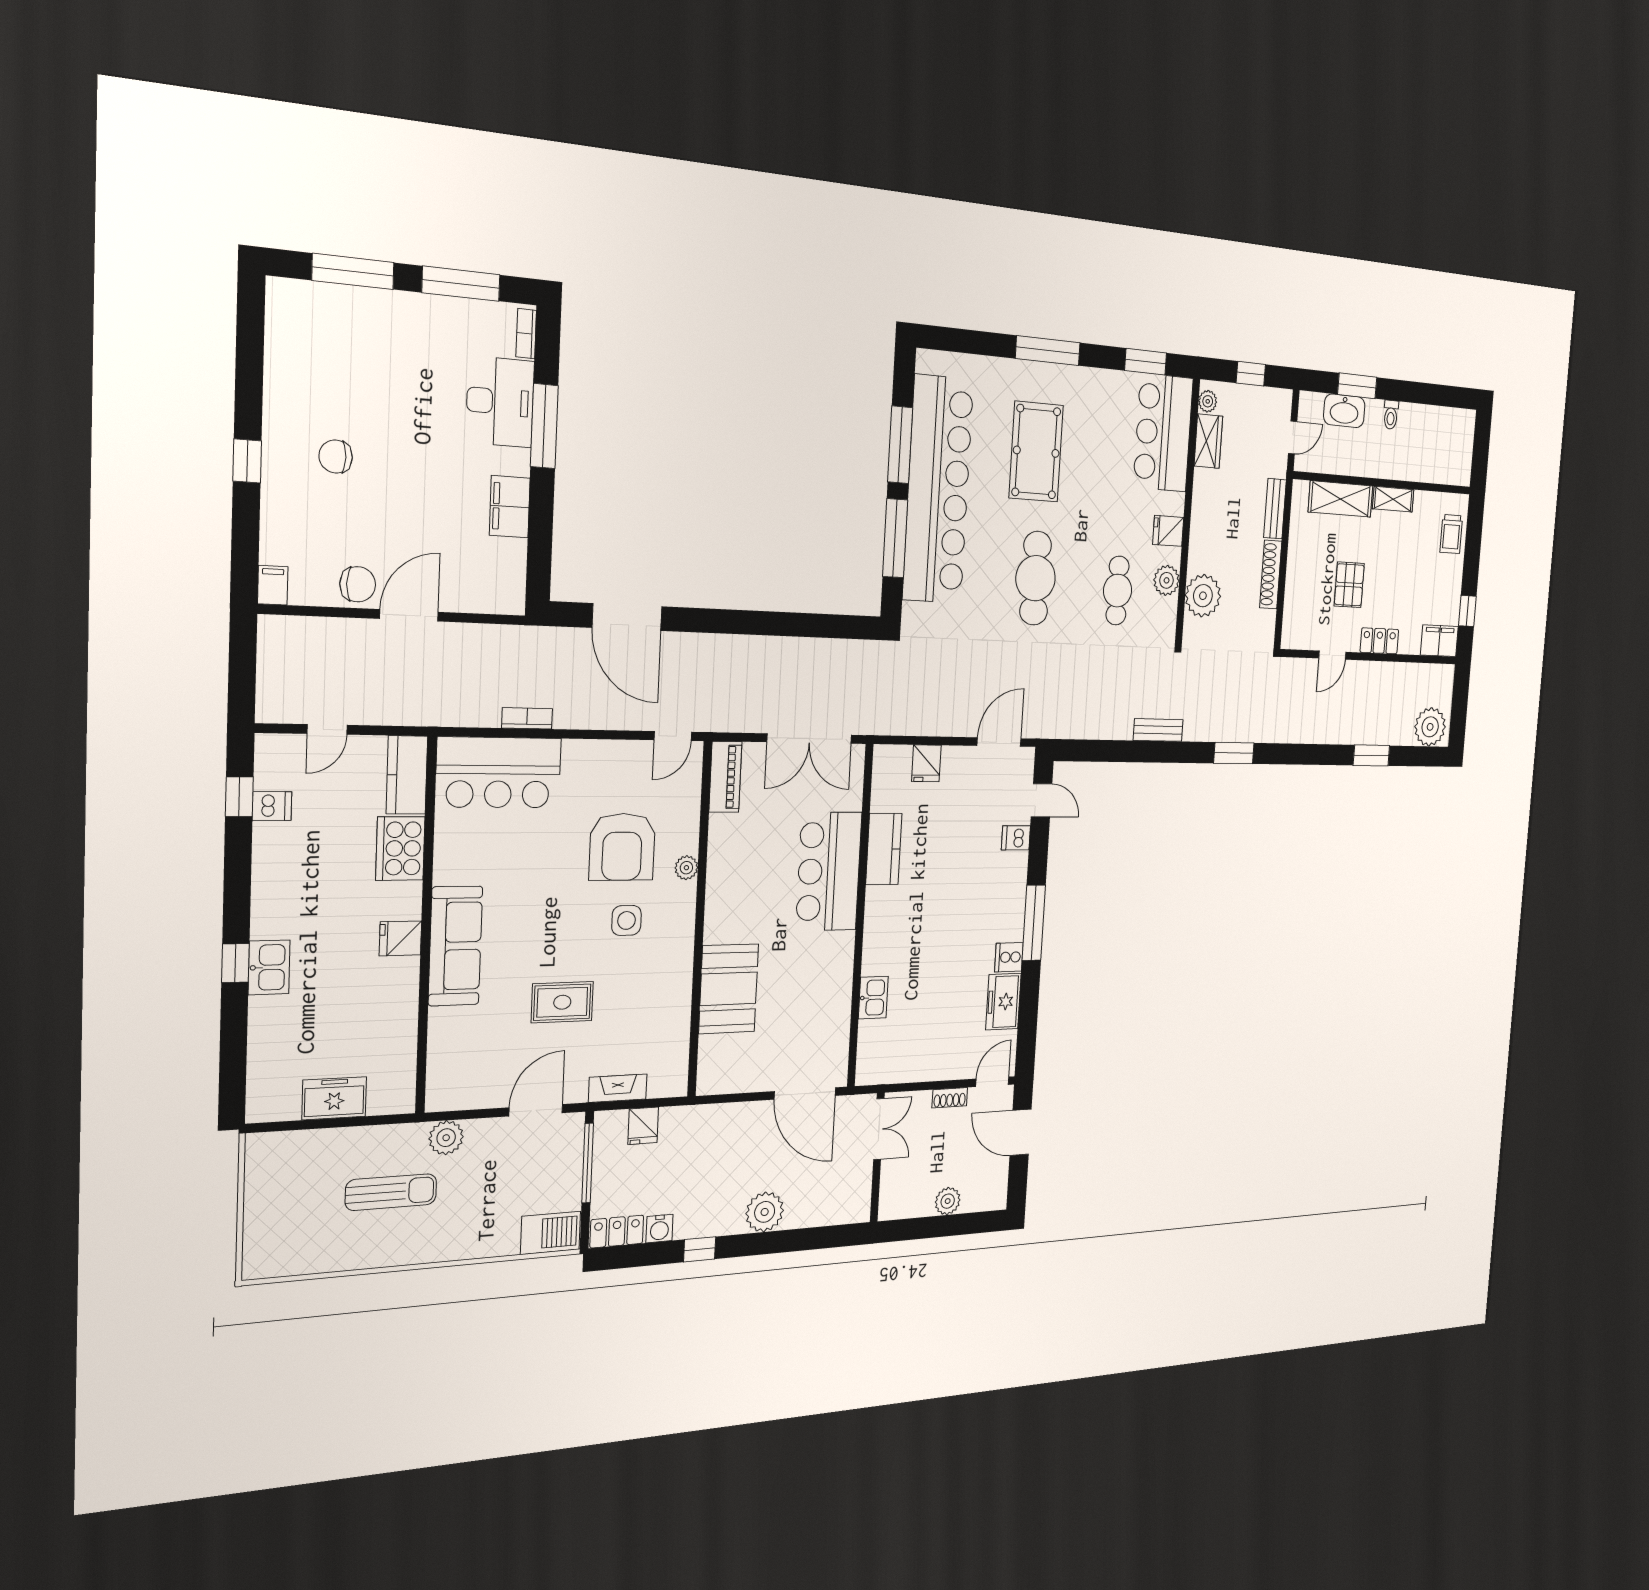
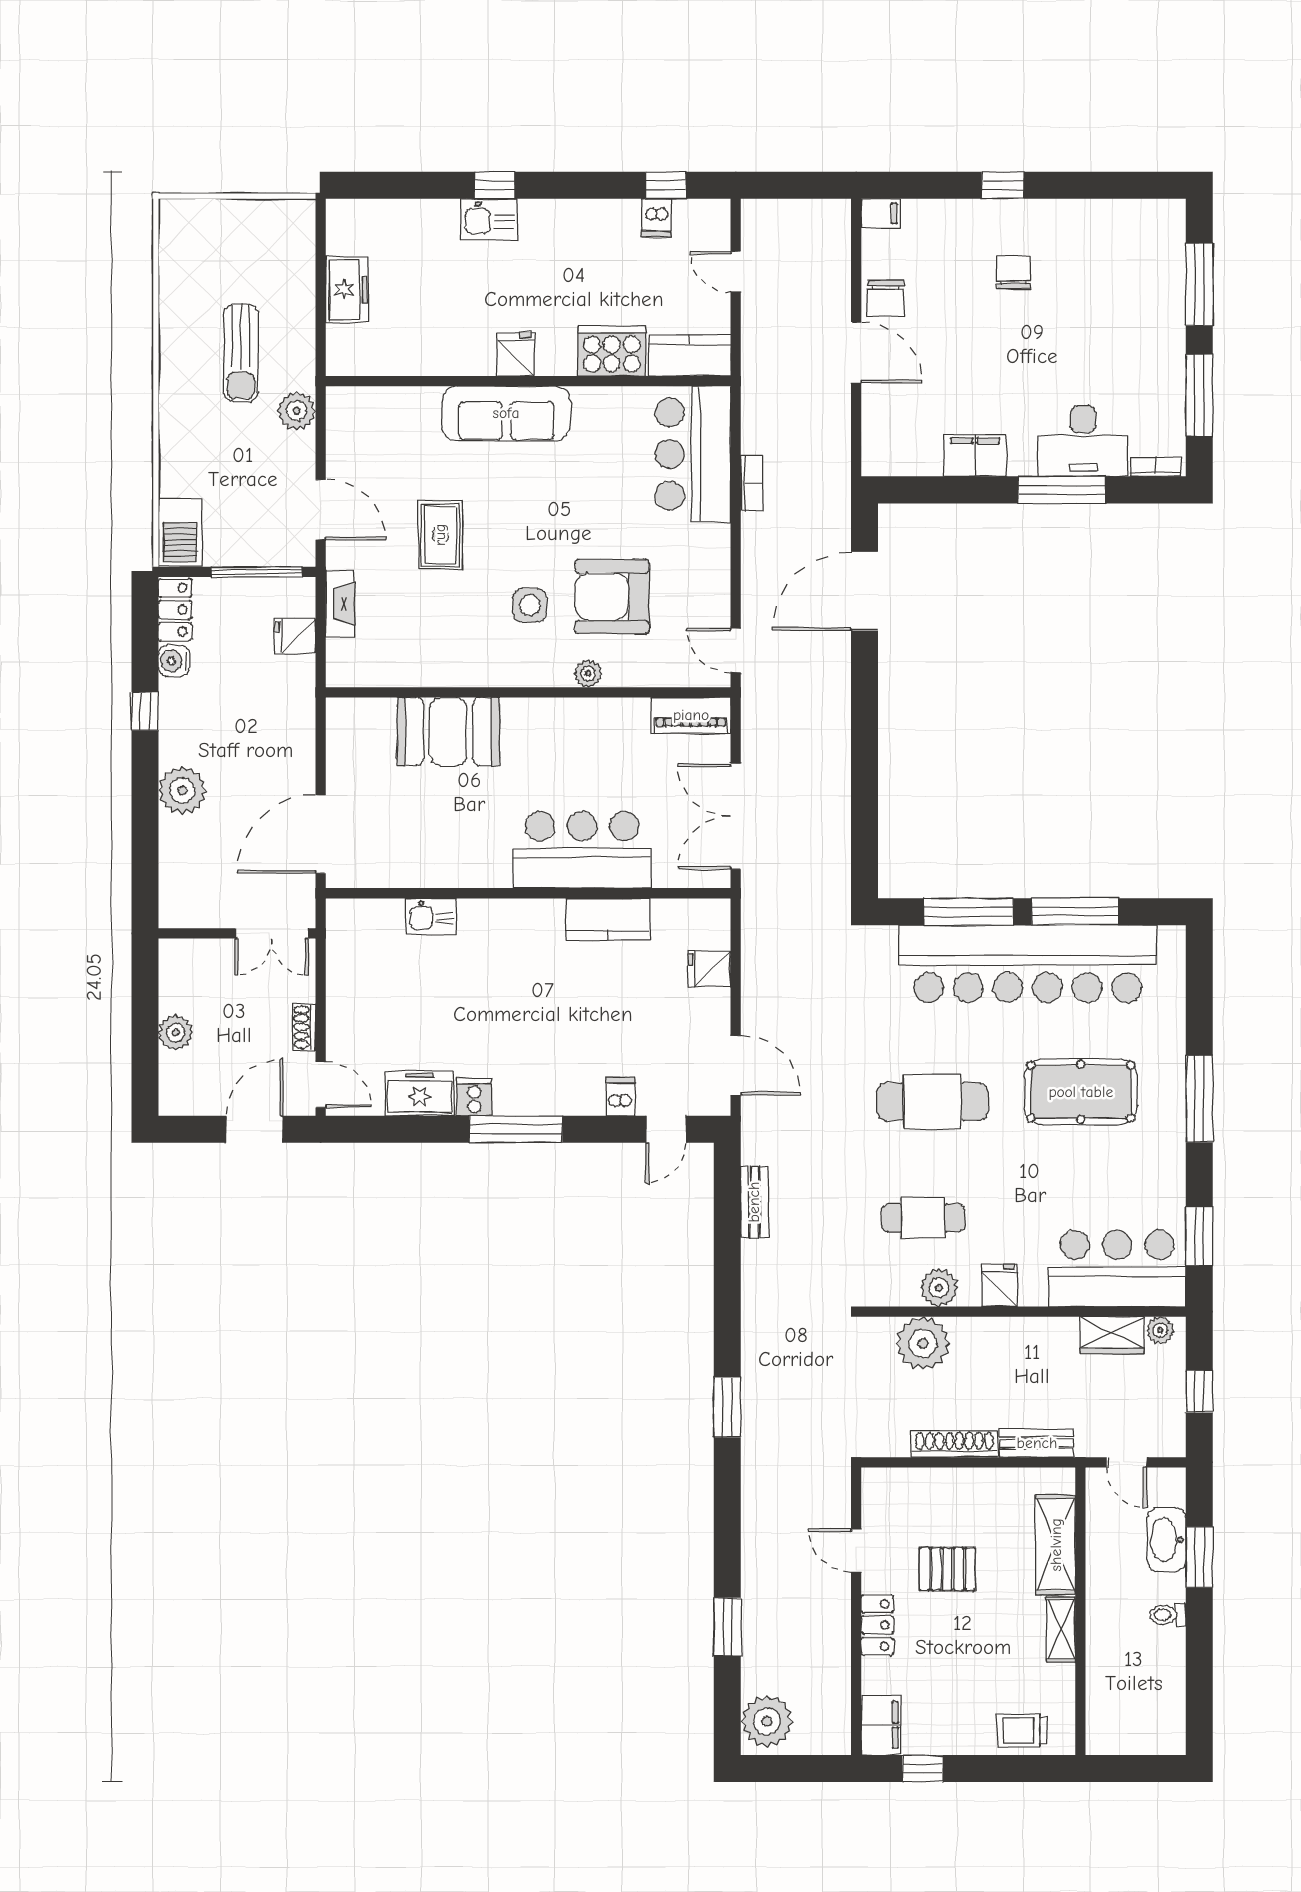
bench: (1158, 730) -> (754, 1202), moved

